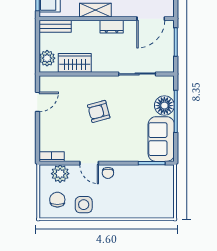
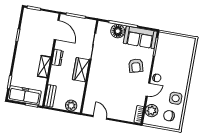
wardrobe: (75, 63) -> (81, 70), moved
armchair: (99, 111) -> (136, 66), moved

